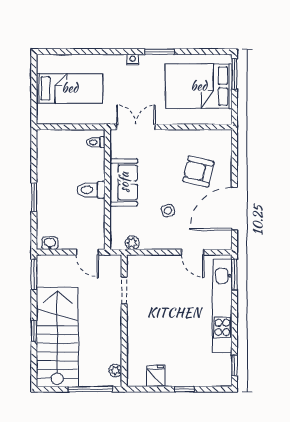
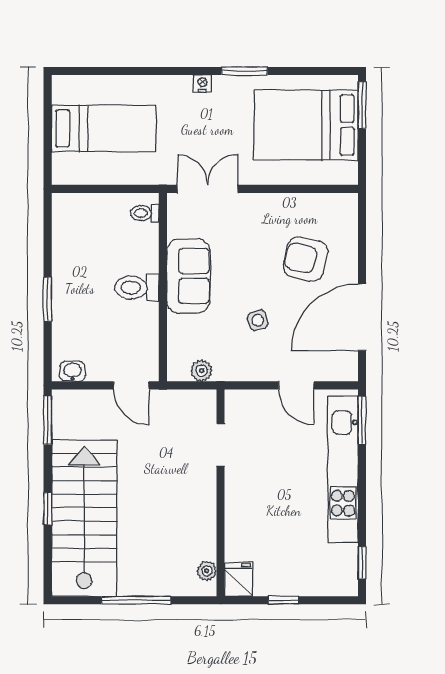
doorway: (124, 290) -> (221, 445), moved
wall: (124, 321) -> (221, 493), moved
plant: (115, 371) -> (207, 571), moved

